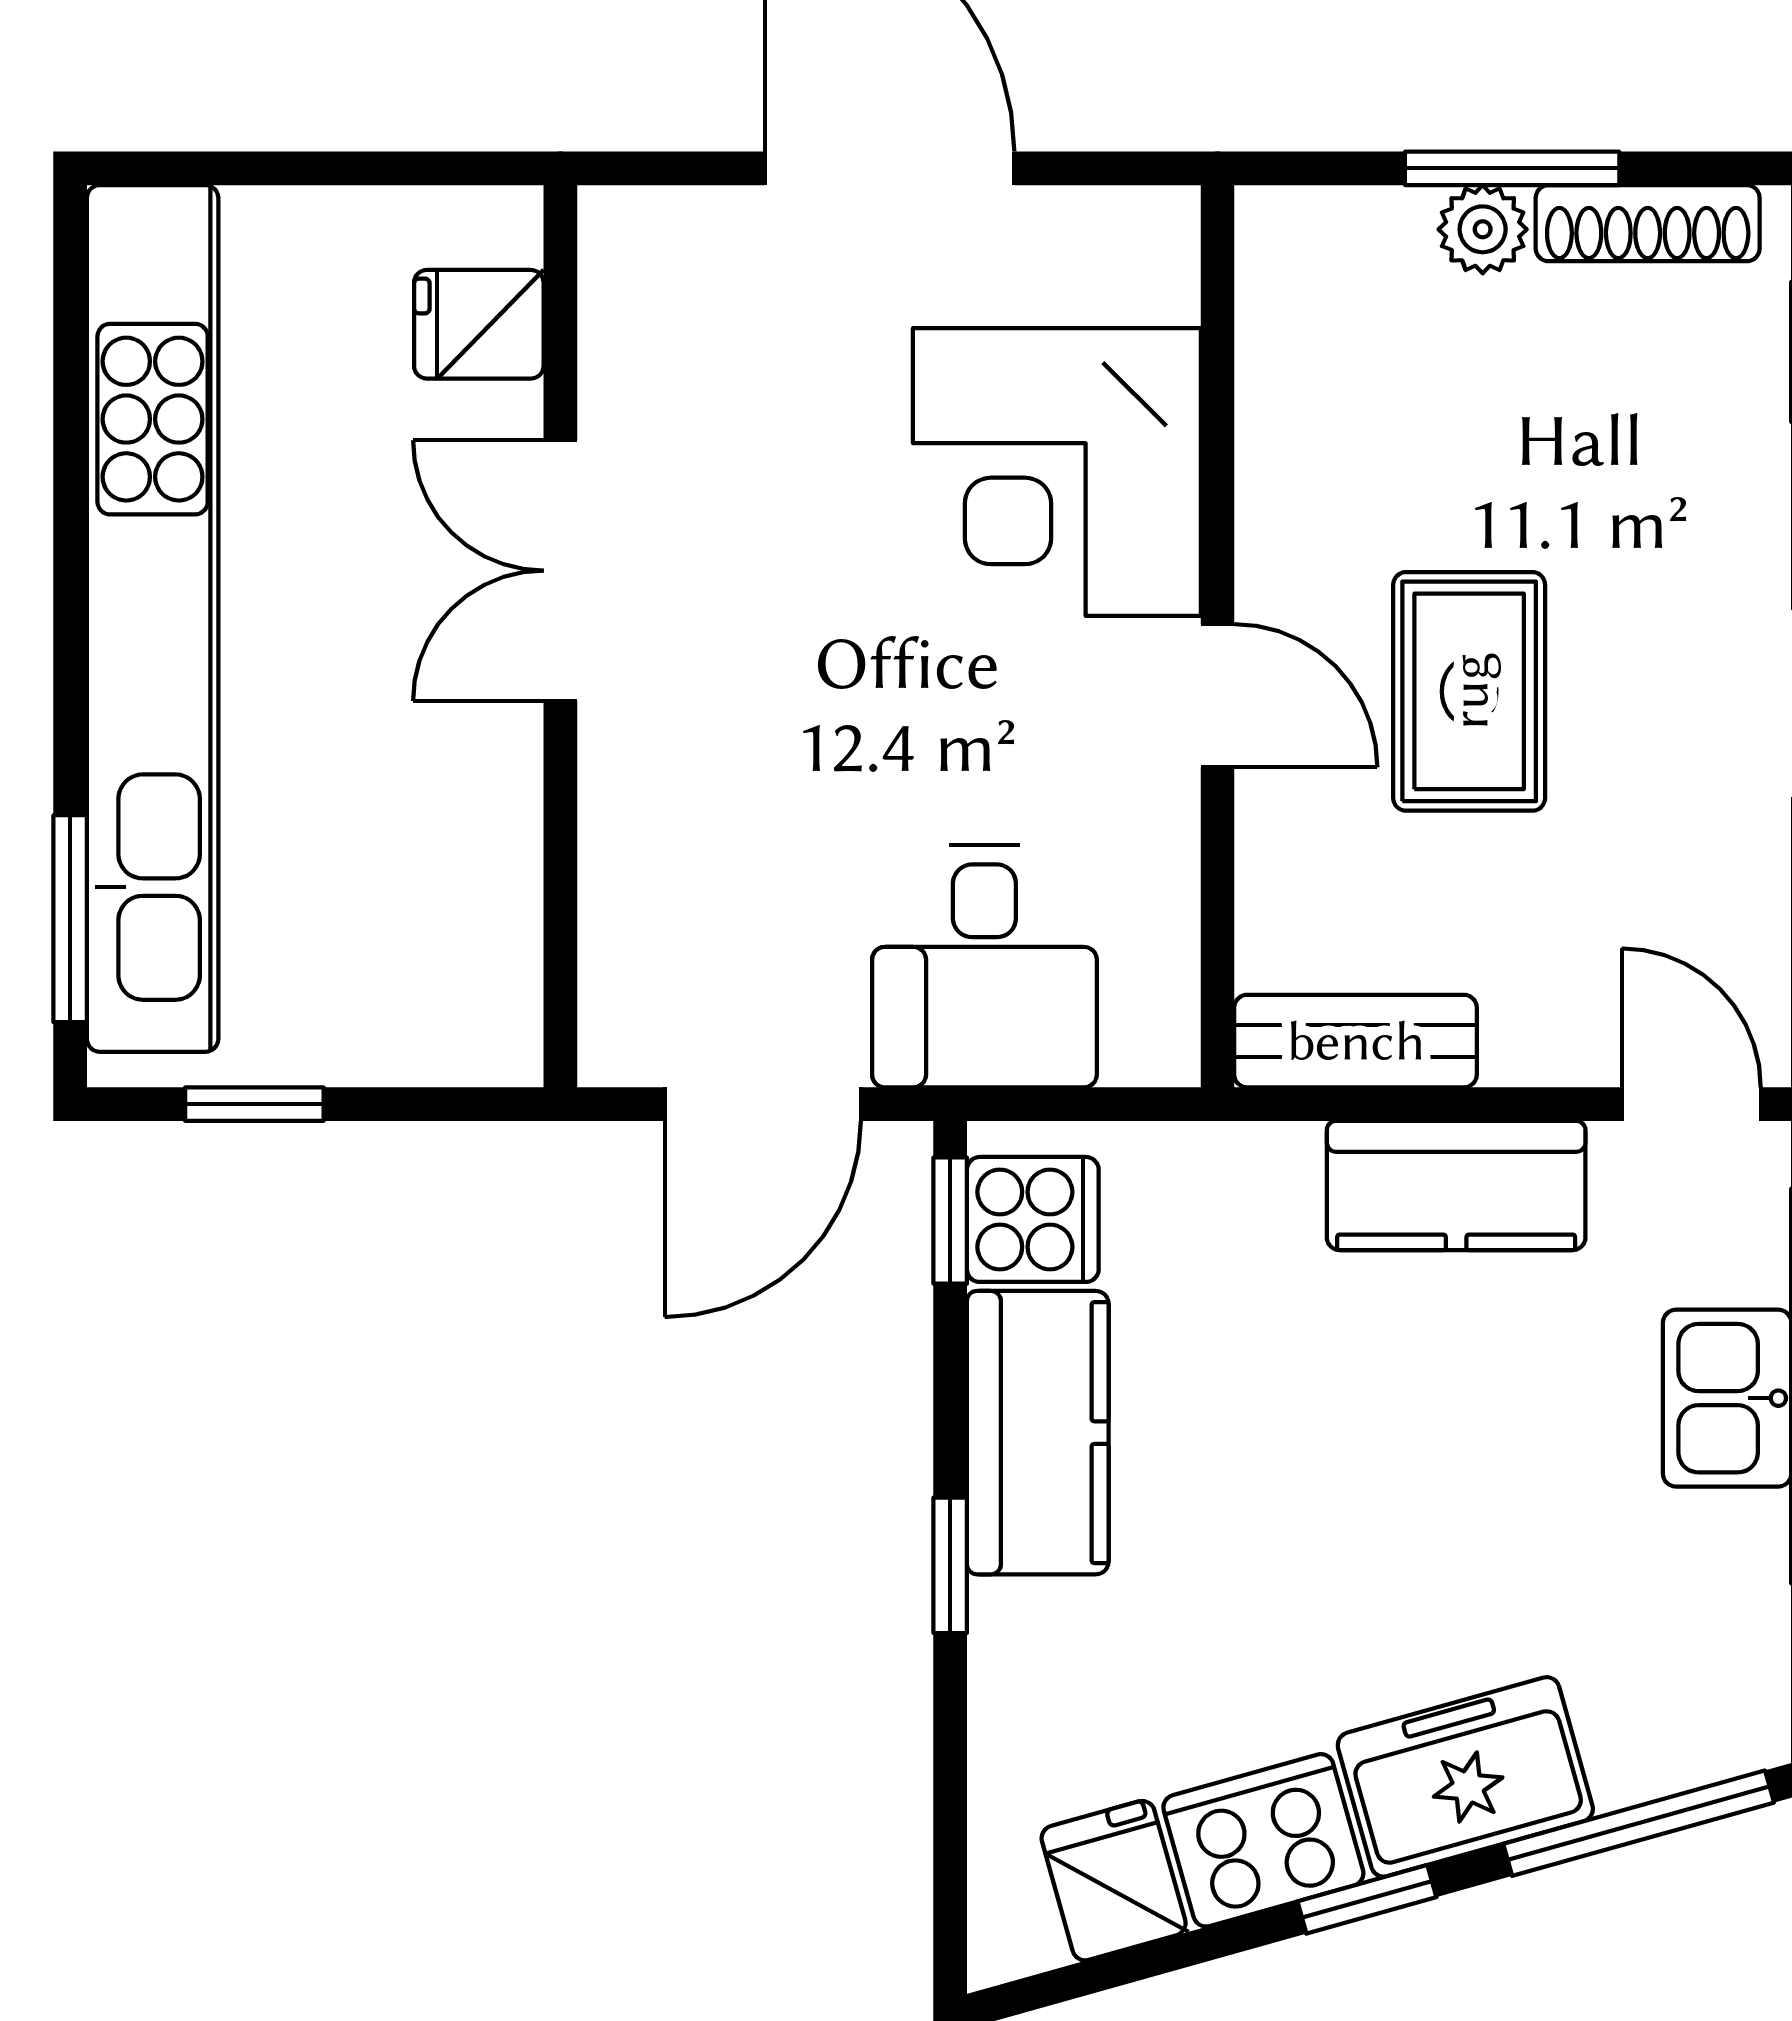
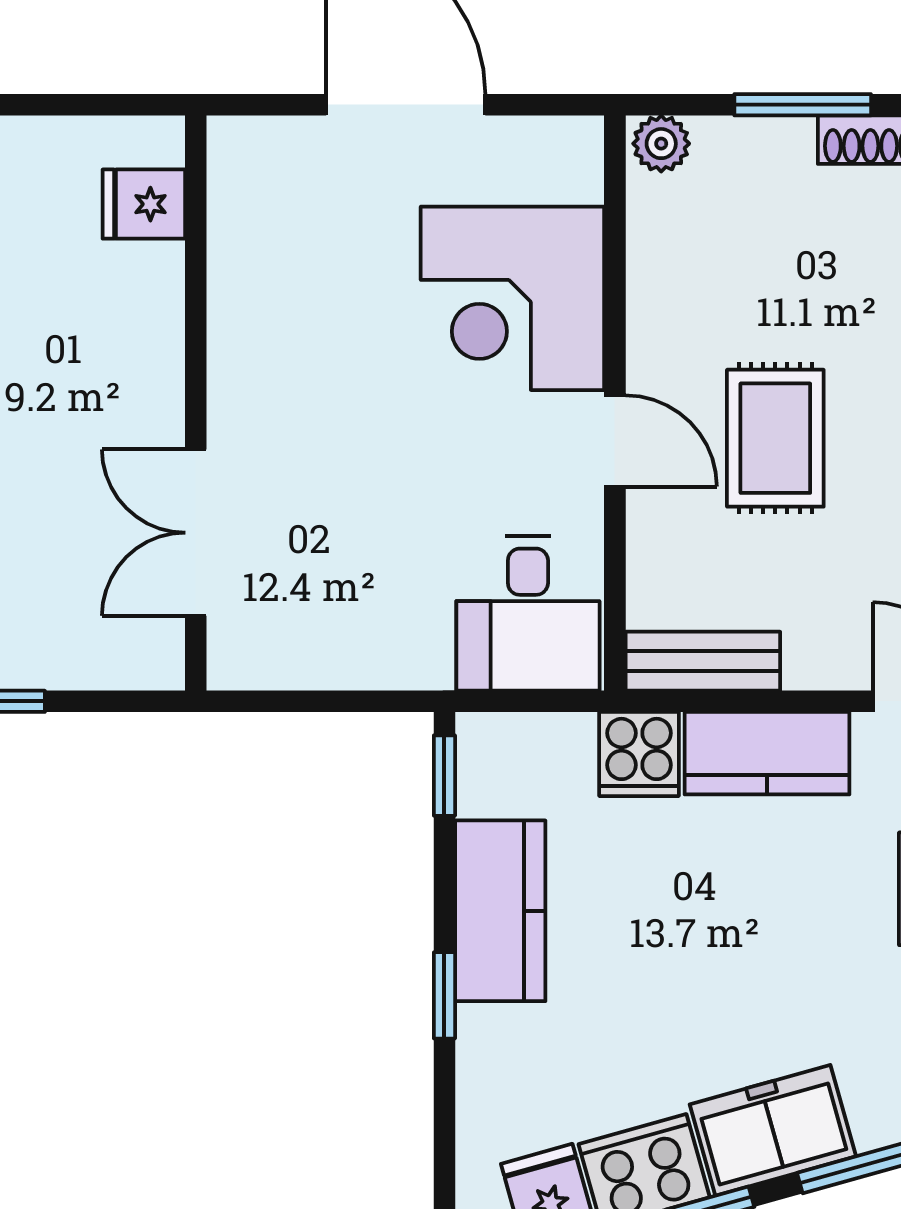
plant: (1483, 229) -> (661, 144), moved
double door: (560, 571) -> (196, 533), moved
desk: (984, 966) -> (528, 613), moved
door: (763, 1104) -> (325, 701), removed
cooker: (1033, 1219) -> (639, 754), moved, turned 90

